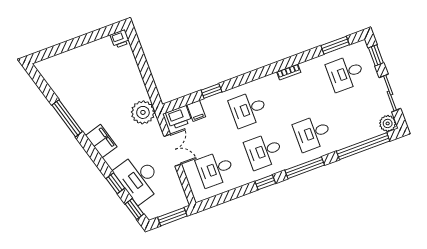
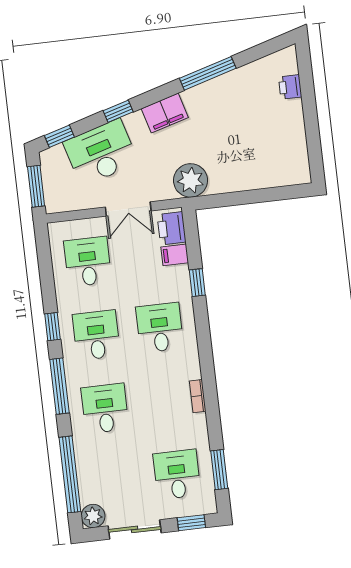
printer: (120, 39) -> (290, 87), moved
window: (115, 183) -> (118, 111), moved

